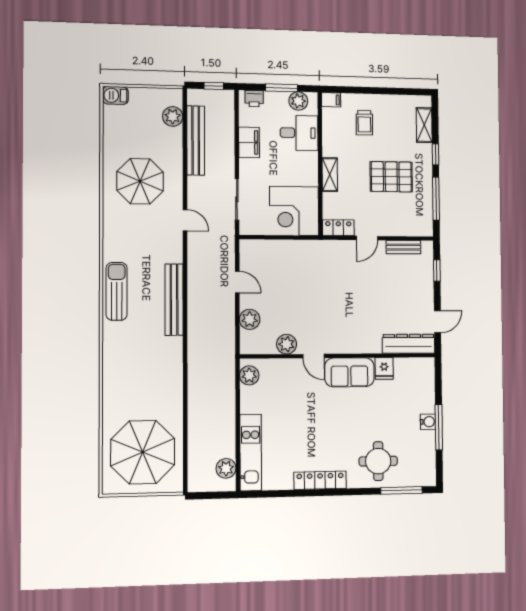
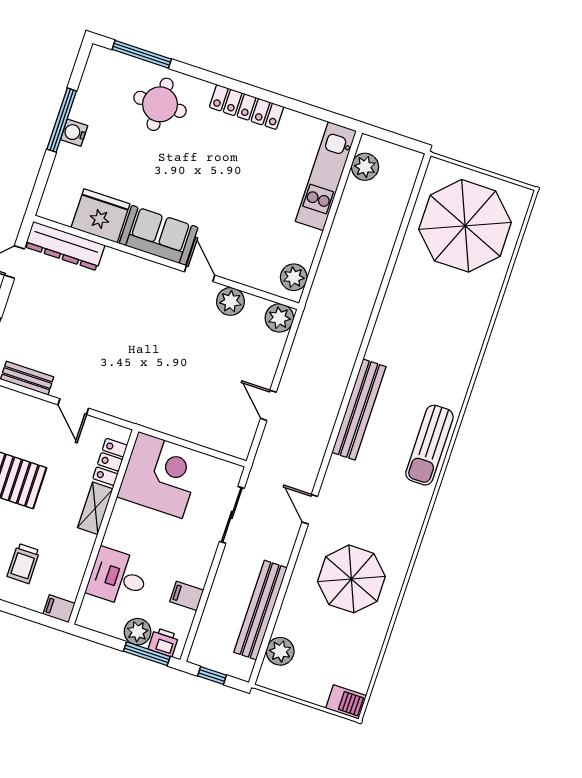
window: (282, 88) -> (147, 654), moved
plant: (298, 101) -> (138, 632), moved
trolley: (364, 123) -> (23, 564), turned 180
filing cabinet: (249, 142) -> (187, 596), width x0.50
locker: (338, 228) -> (110, 462), moved, turned 90
door: (367, 238) -> (73, 407), swing flipped
plant: (250, 319) -> (279, 318), moved
fridge: (384, 368) -> (100, 216), width x1.88, depth x1.34

